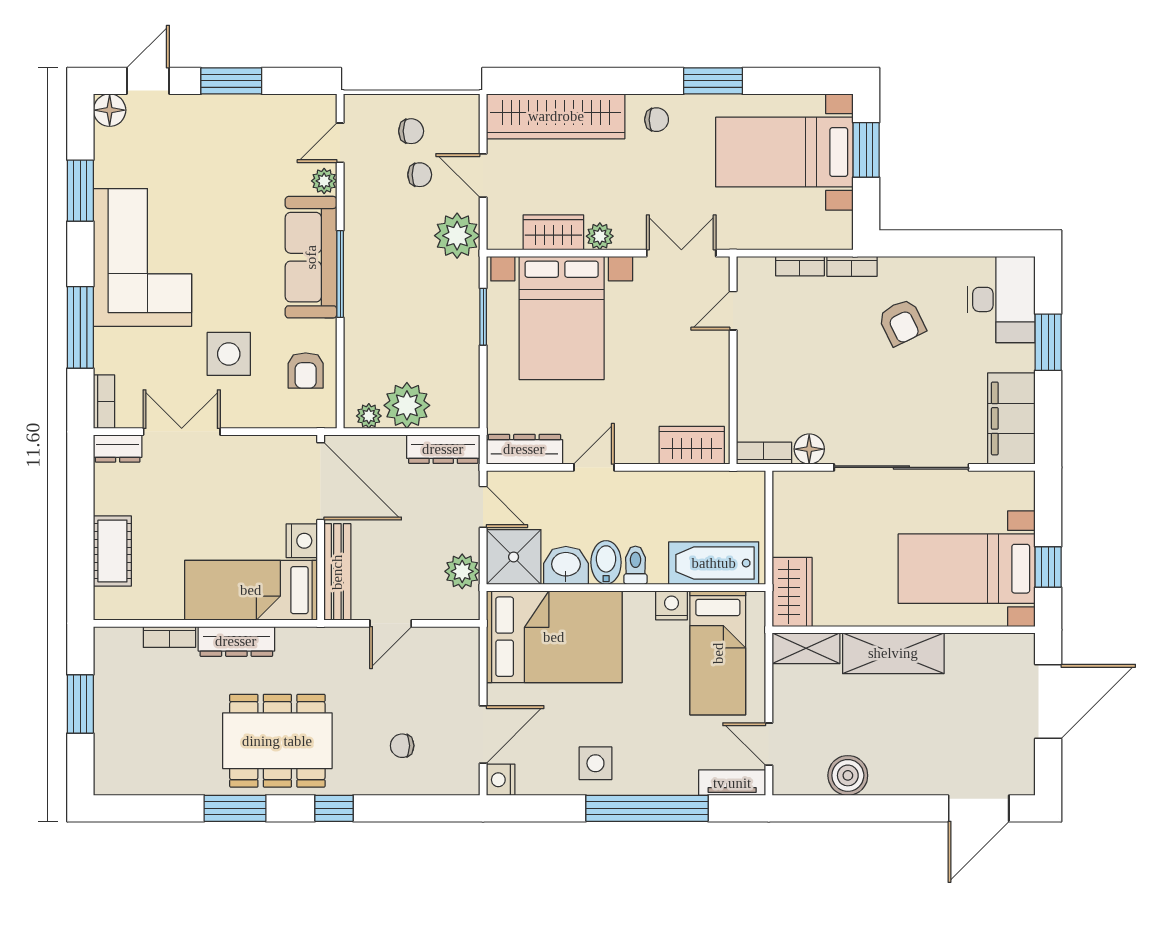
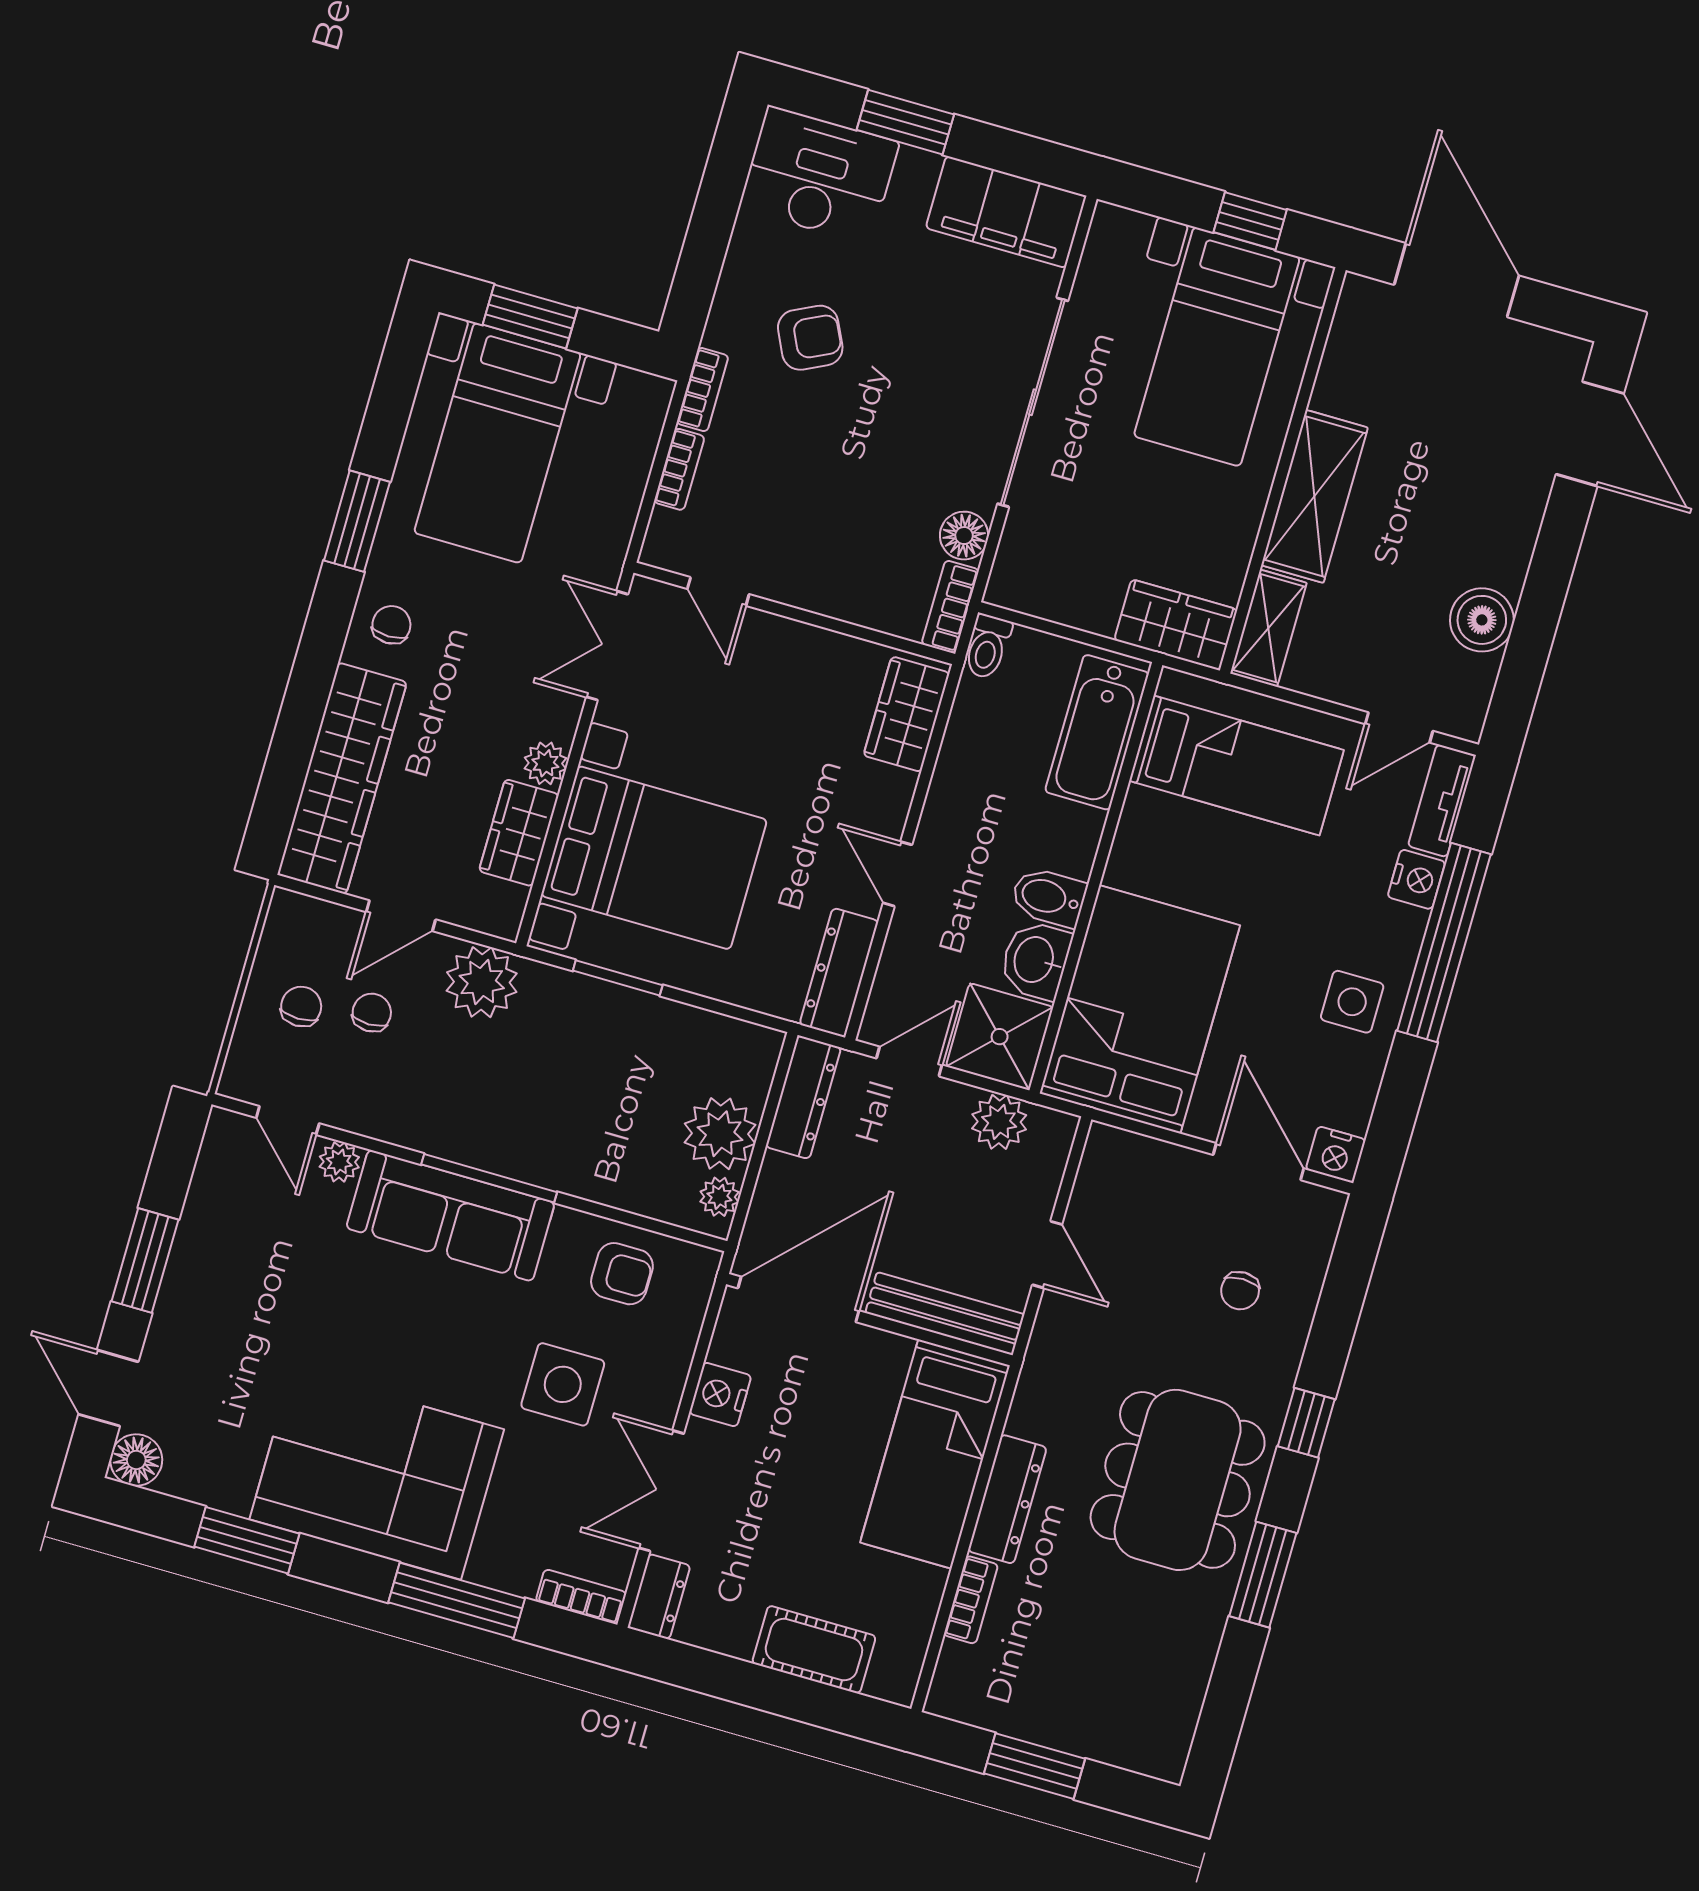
nightstand: (302, 541) -> (720, 1395), moved, turned -90
toilet: (635, 565) -> (988, 647), moved, turned -90
nightstand: (672, 605) -> (1416, 879), moved, turned 180

